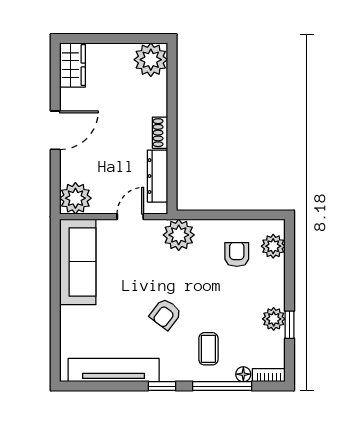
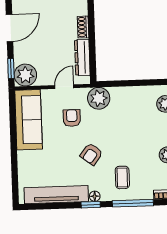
window: (55, 188) -> (11, 68), added
armchair: (237, 254) -> (72, 118), moved
floor lamp: (243, 374) -> (95, 196), moved

